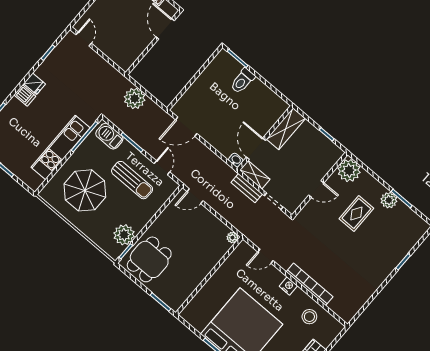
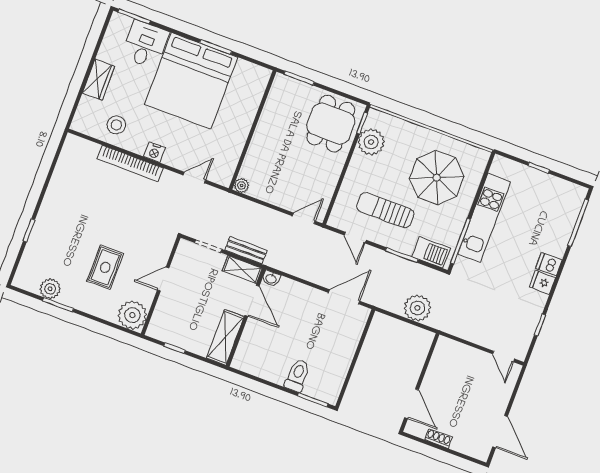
plant: (389, 200) -> (50, 289), moved

